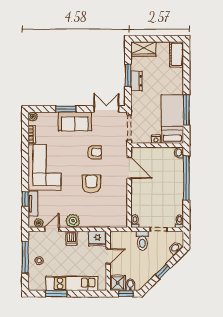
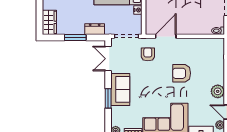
dresser: (136, 81) -> (95, 29), moved
armchair: (94, 152) -> (148, 54), moved

